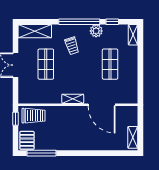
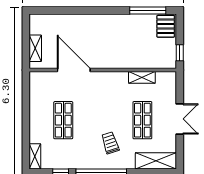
plant: (96, 31) -> (80, 161), removed
shelving: (73, 99) -> (142, 77), moved
trolley: (34, 116) -> (157, 57), removed
shelving: (133, 137) -> (35, 48), moved

